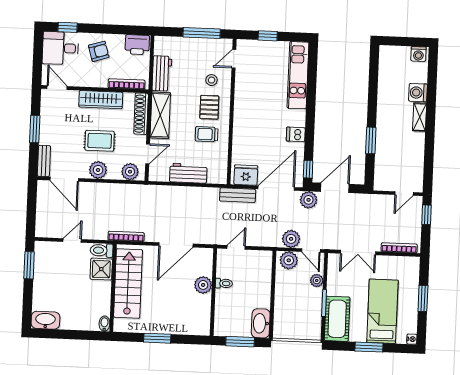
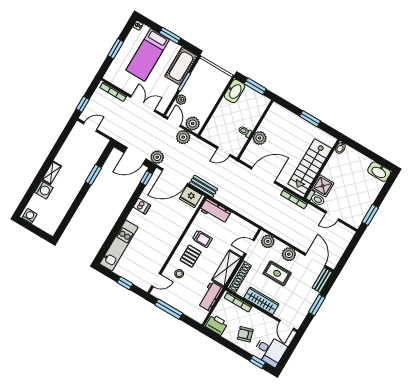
workbench: (188, 173) -> (215, 211), moved

